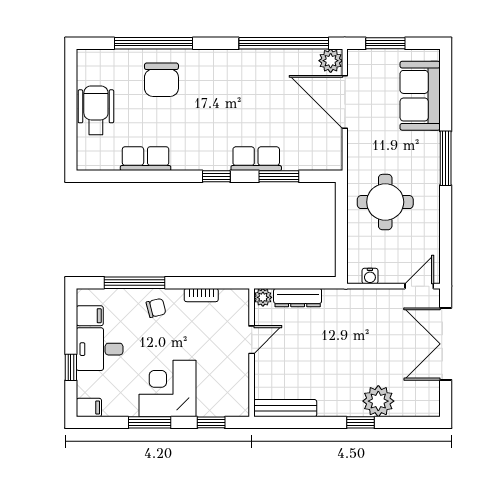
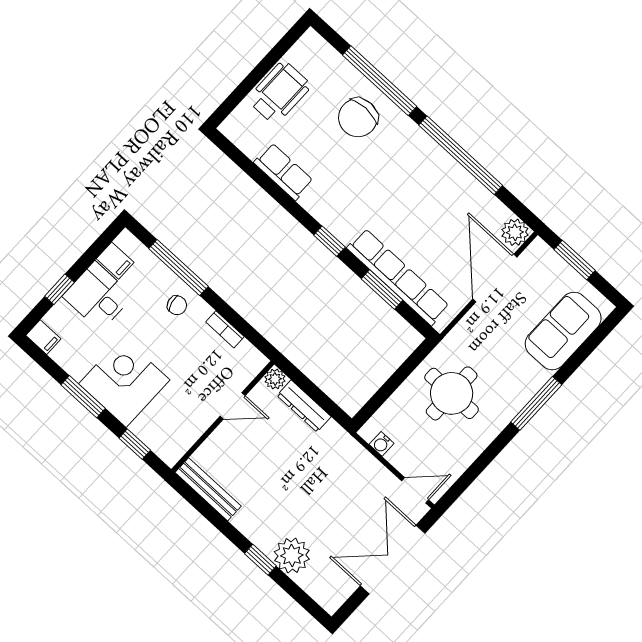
window: (284, 43) -> (461, 155), moved
row of seats: (256, 159) -> (398, 277), width x2.02

